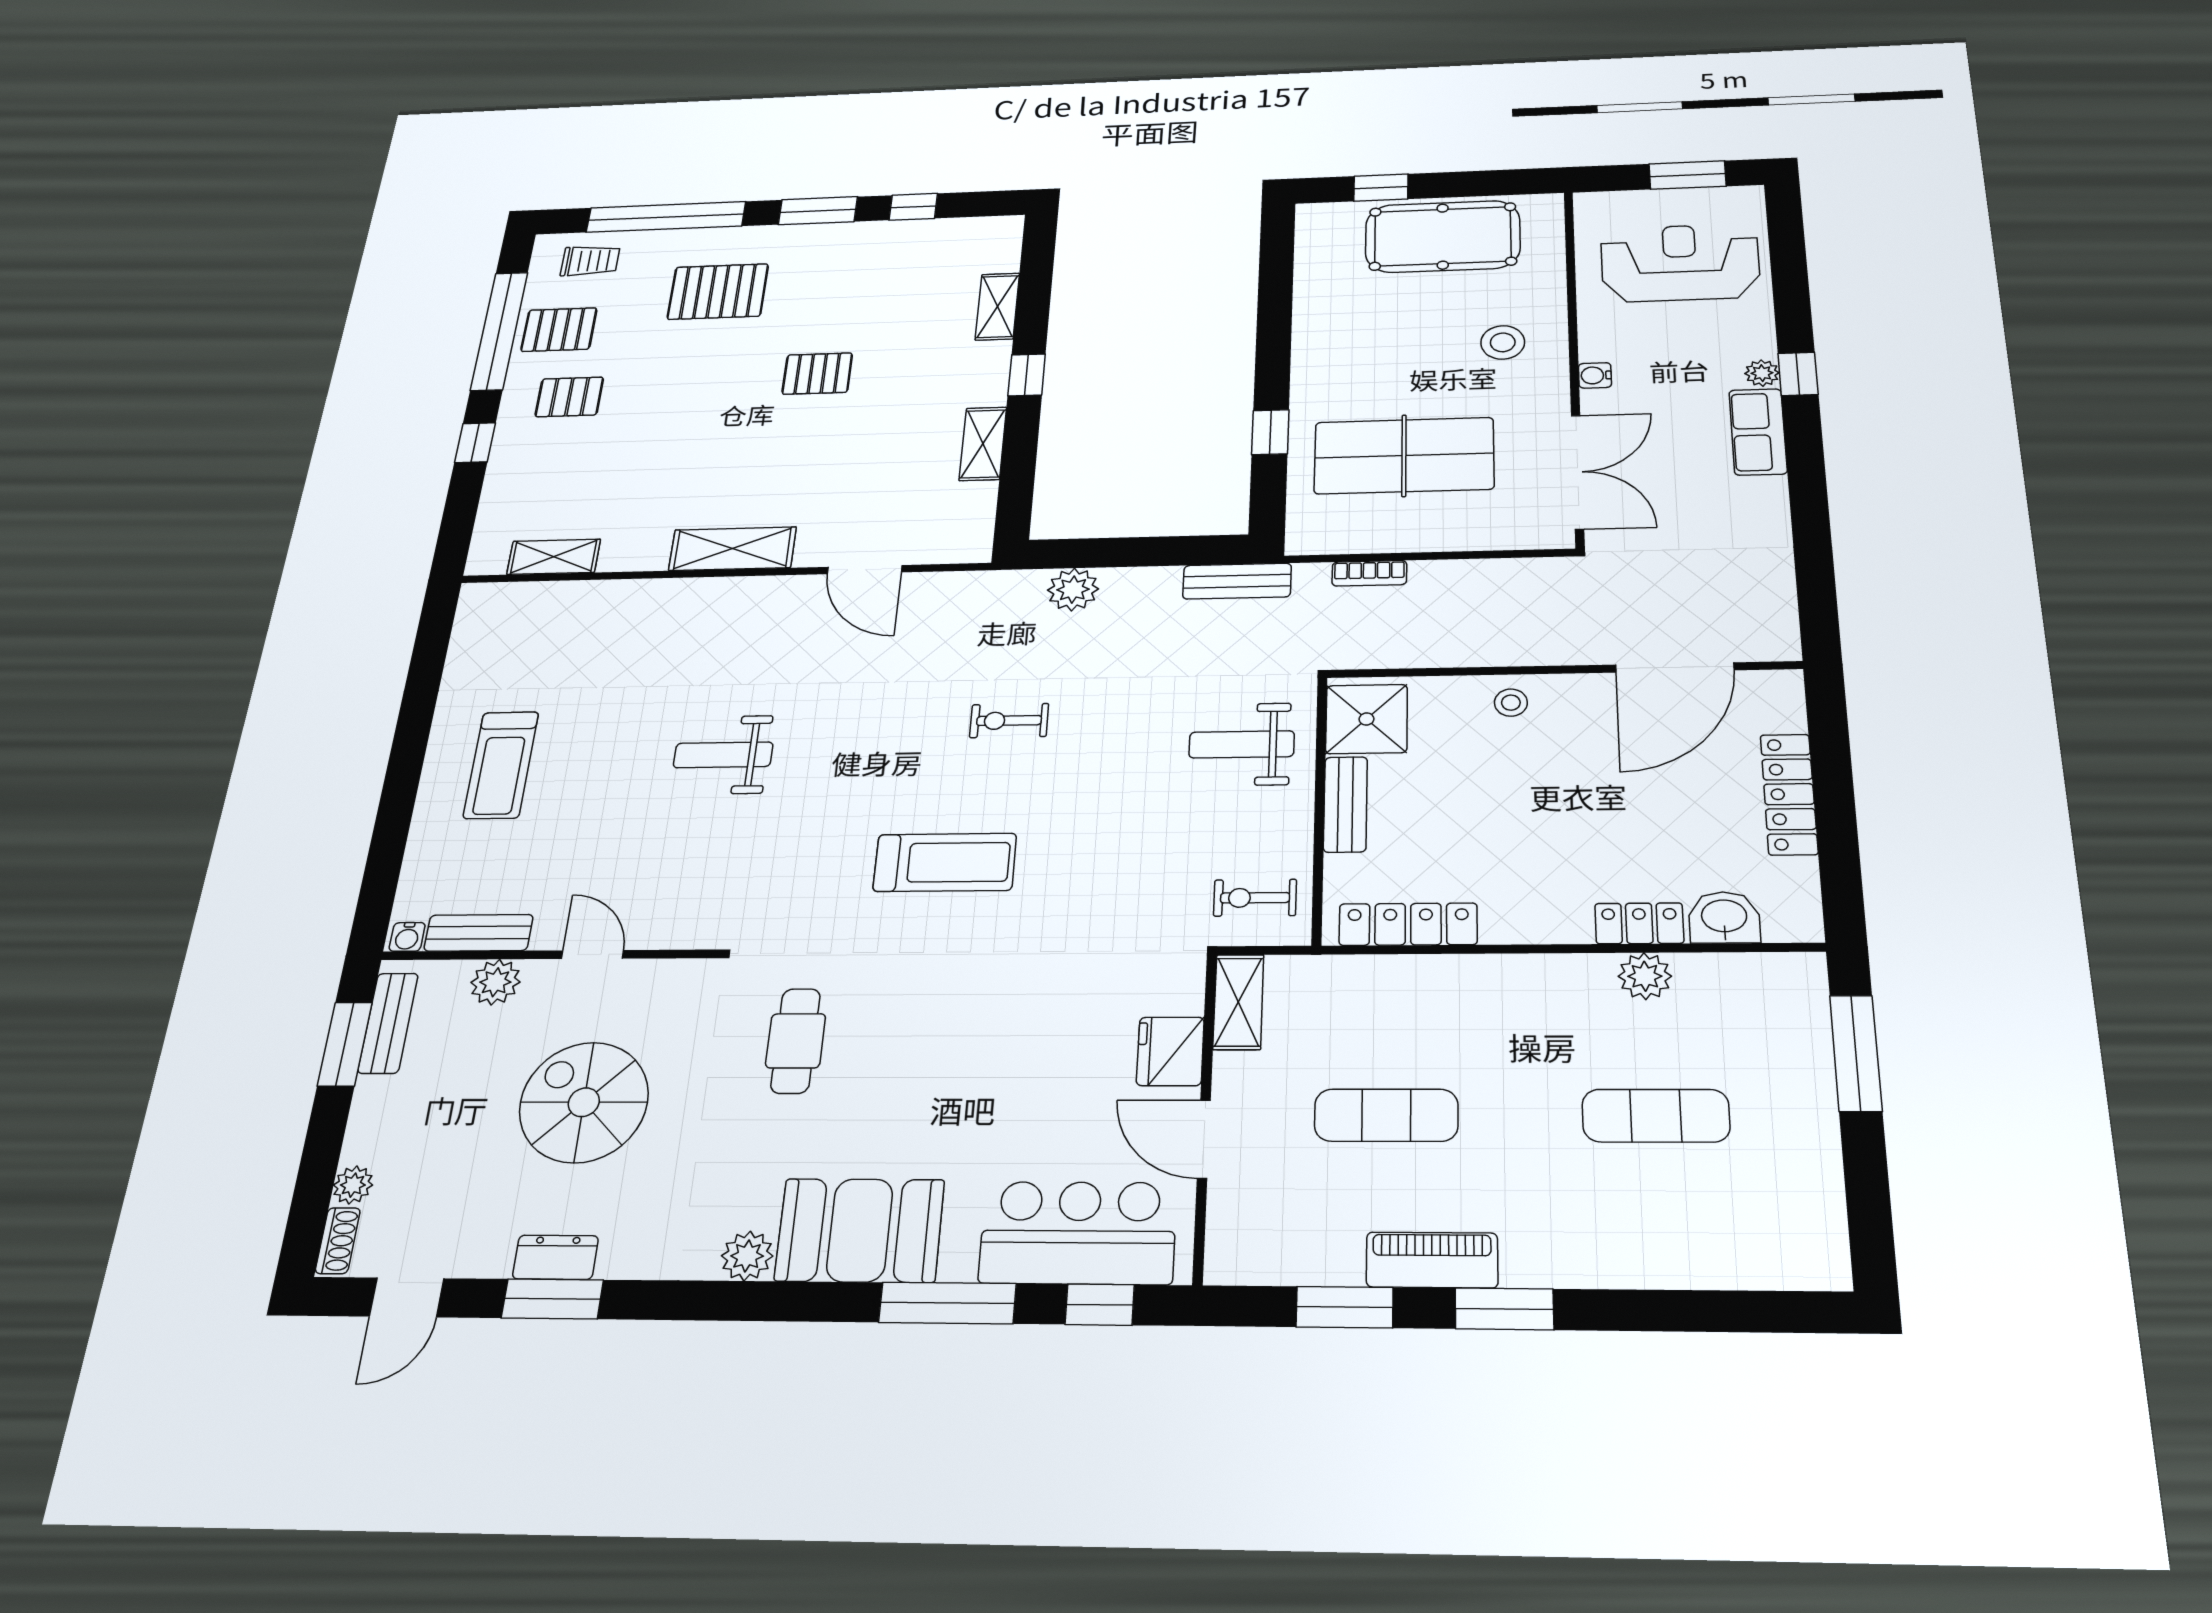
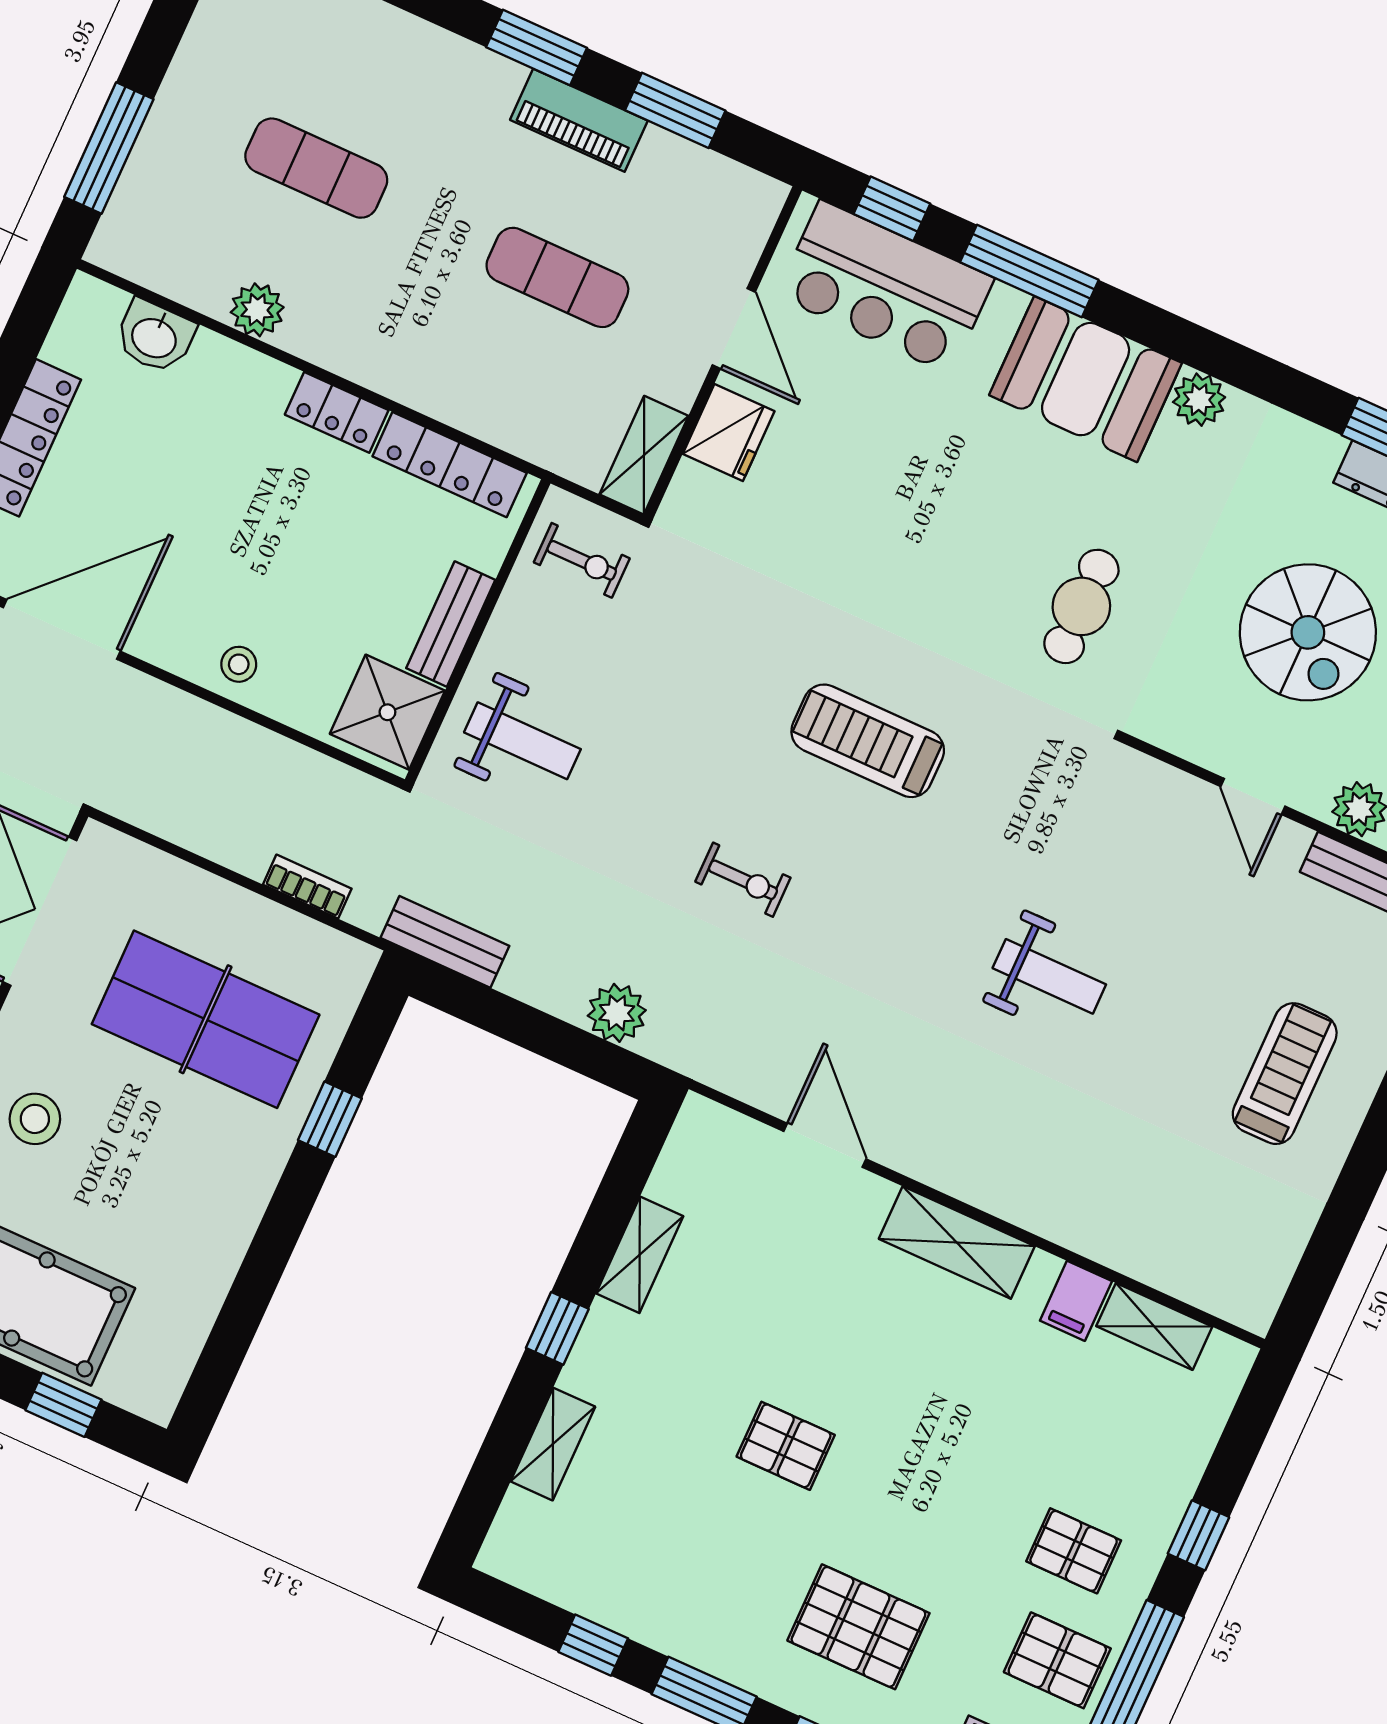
filing cabinet: (622, 549) -> (1076, 1301), added
locker: (1639, 923) -> (337, 412), moved

